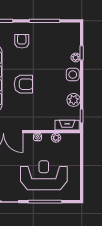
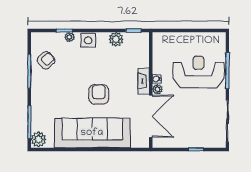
armchair: (22, 41) -> (46, 60), moved, turned 138
fireplace: (67, 125) -> (144, 81), moved
plant: (56, 138) -> (157, 89), moved
reception desk: (44, 175) -> (199, 72), turned 90

